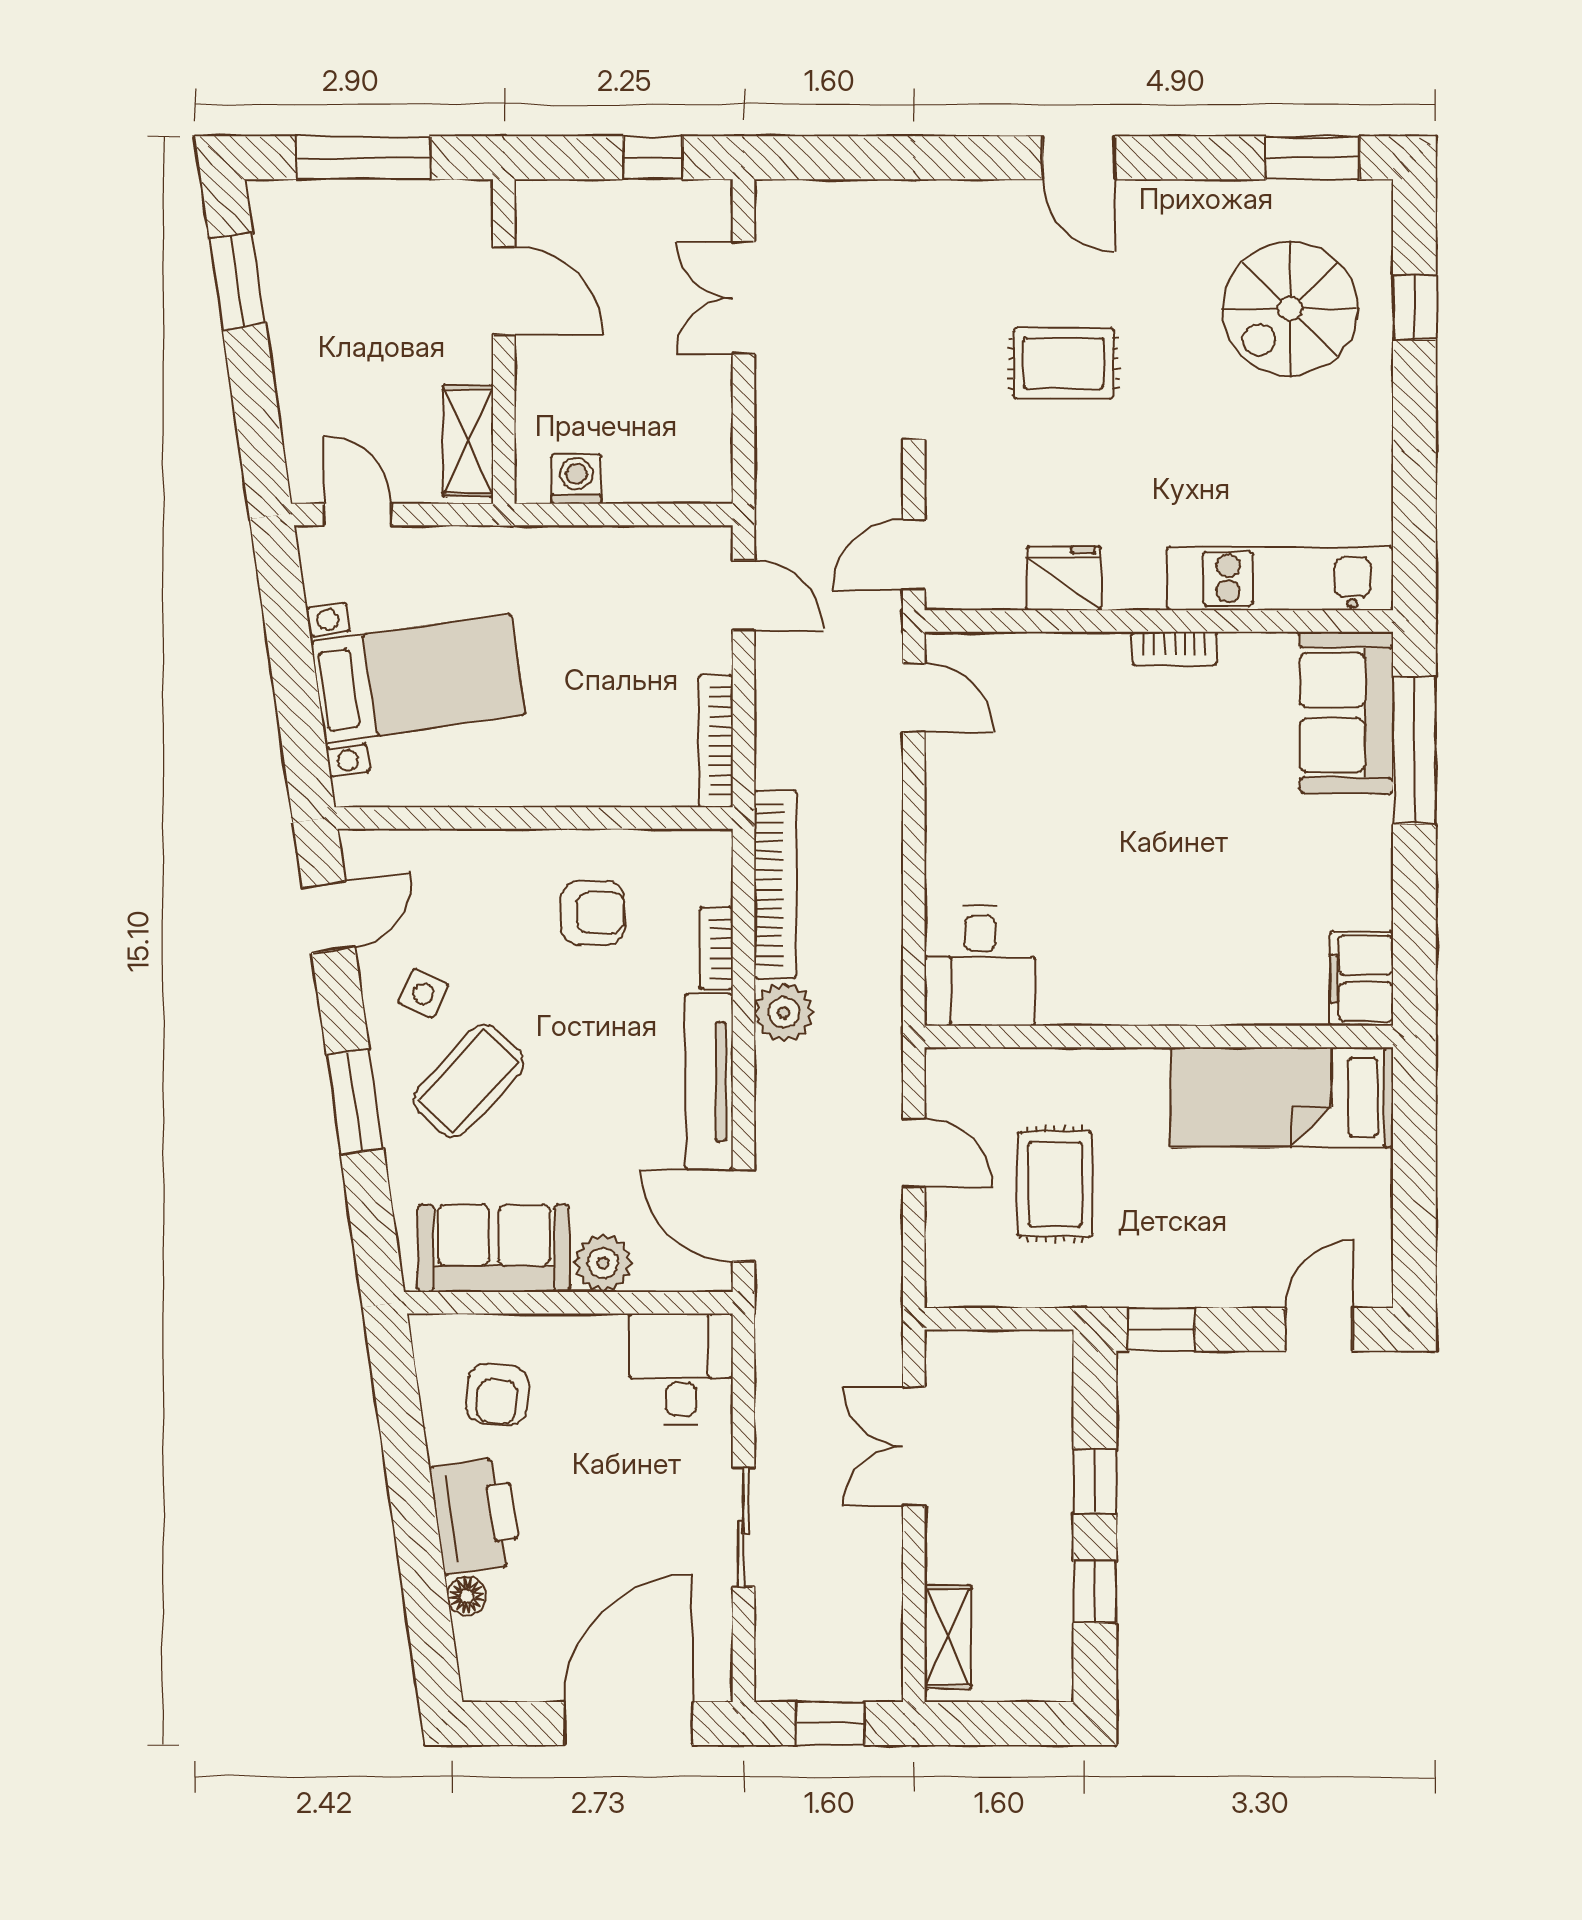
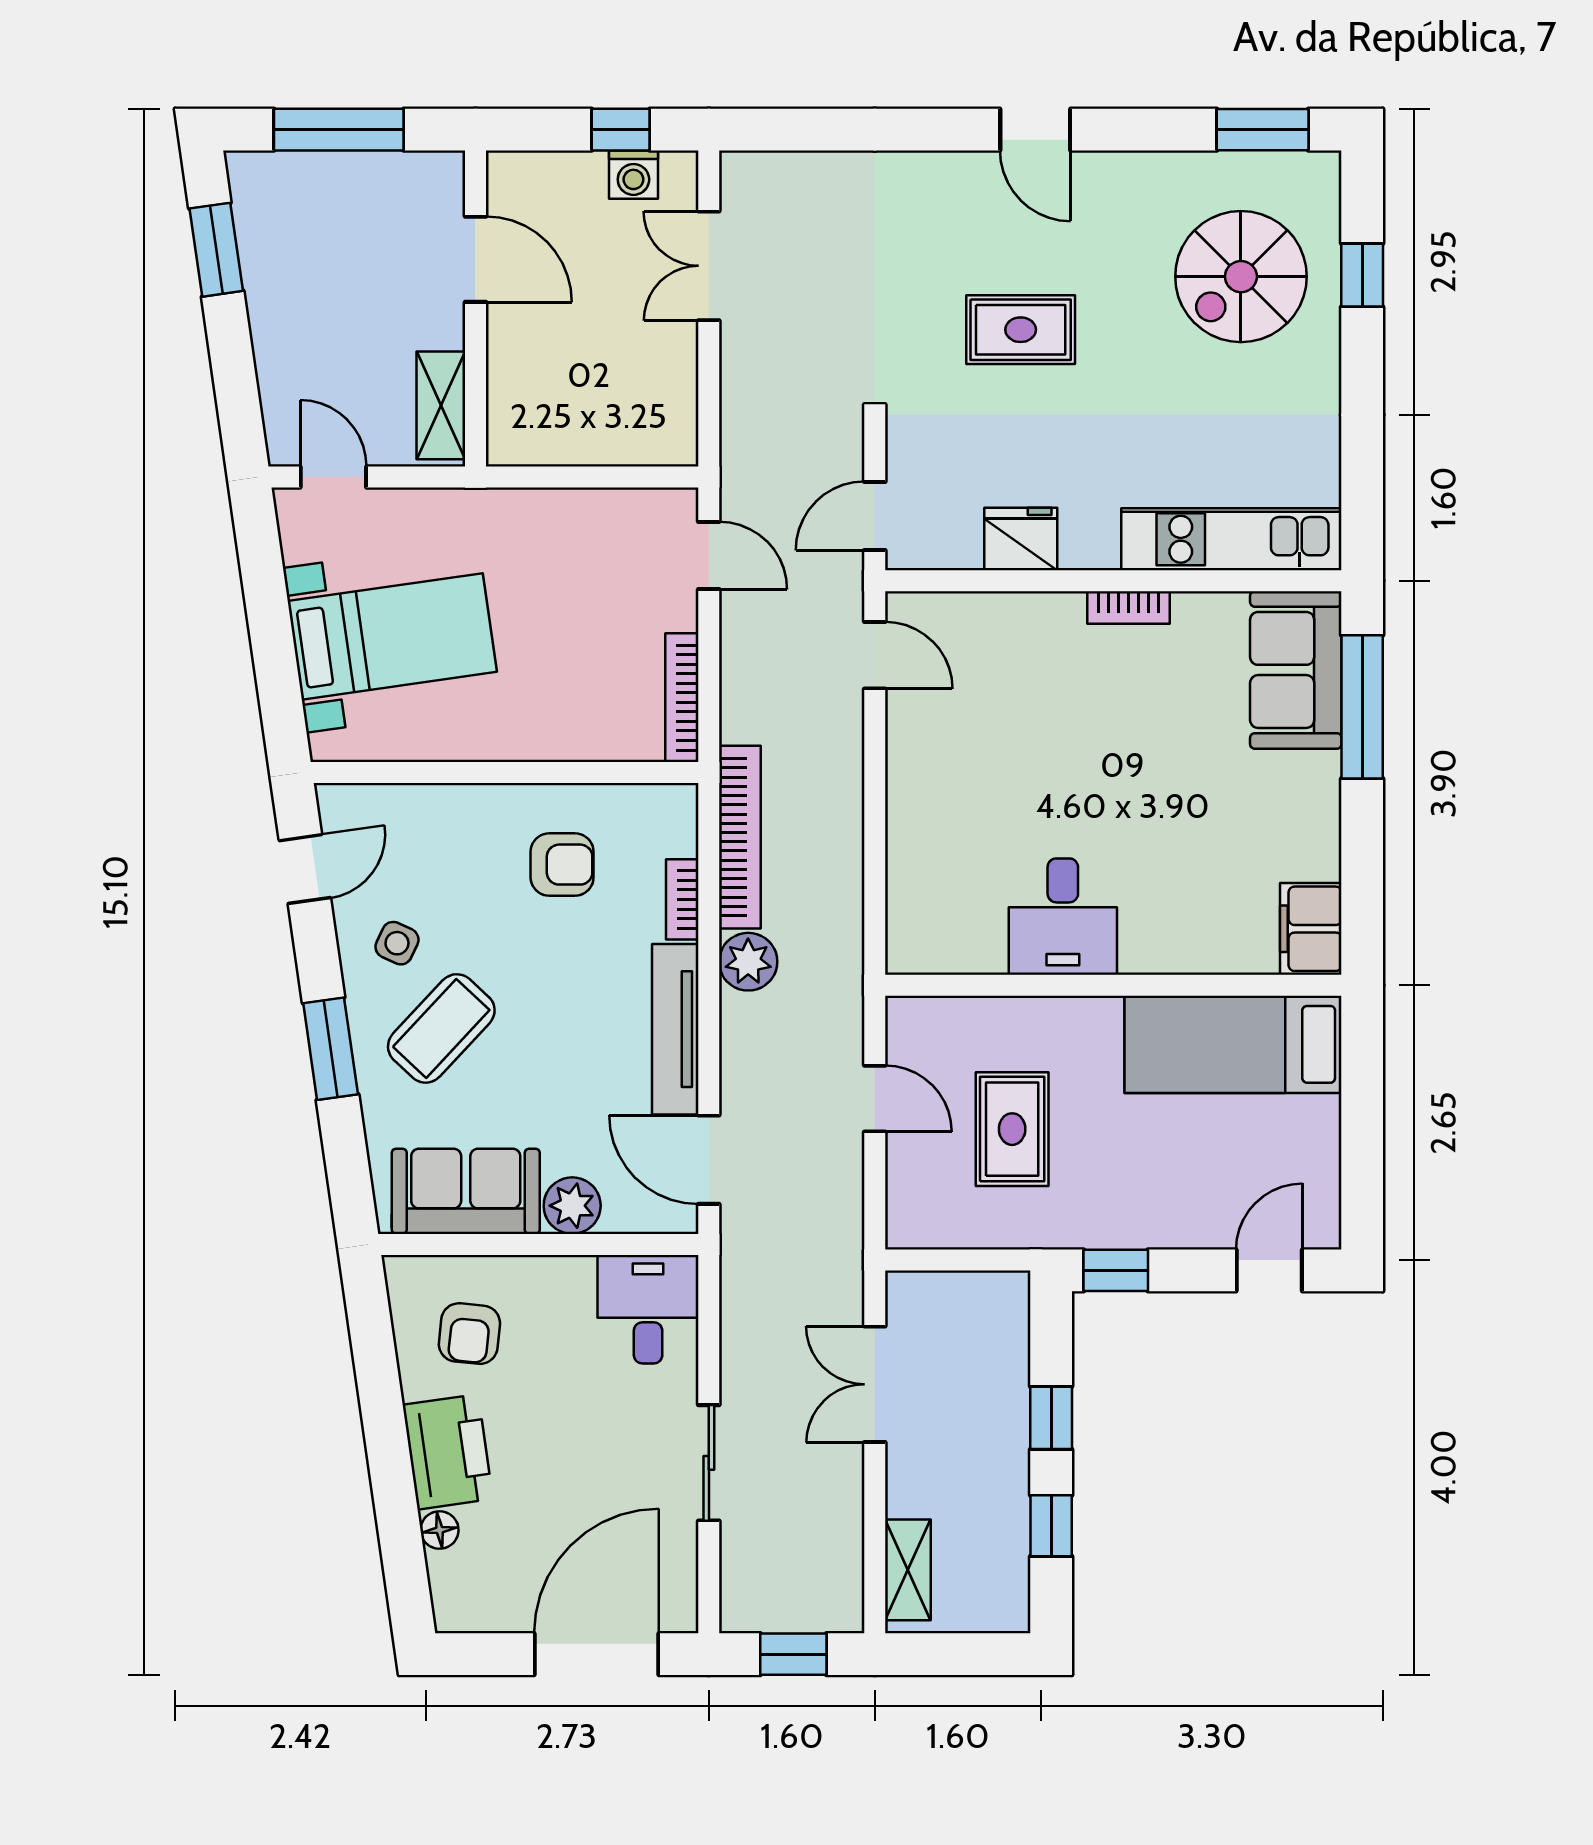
washing machine: (576, 479) -> (633, 175), moved, turned 180
desk: (980, 966) -> (1063, 917), moved

